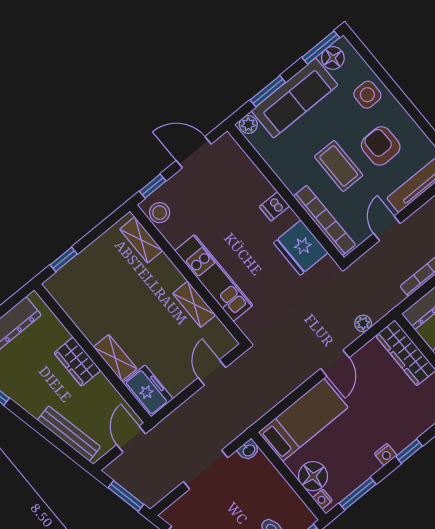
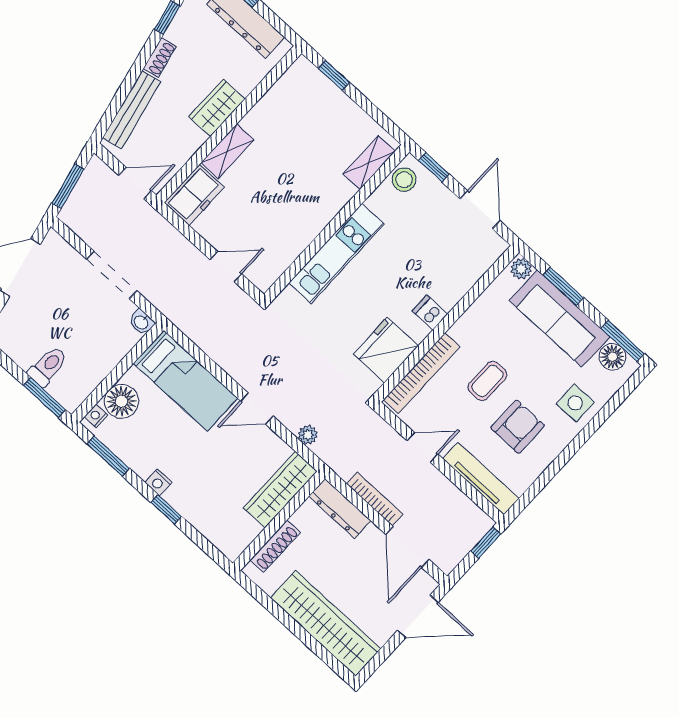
coffee table: (339, 166) -> (487, 381), width x0.73, depth x0.77
shelving: (194, 304) -> (303, 235), removed
shoe rack: (28, 404) -> (160, 58), added

